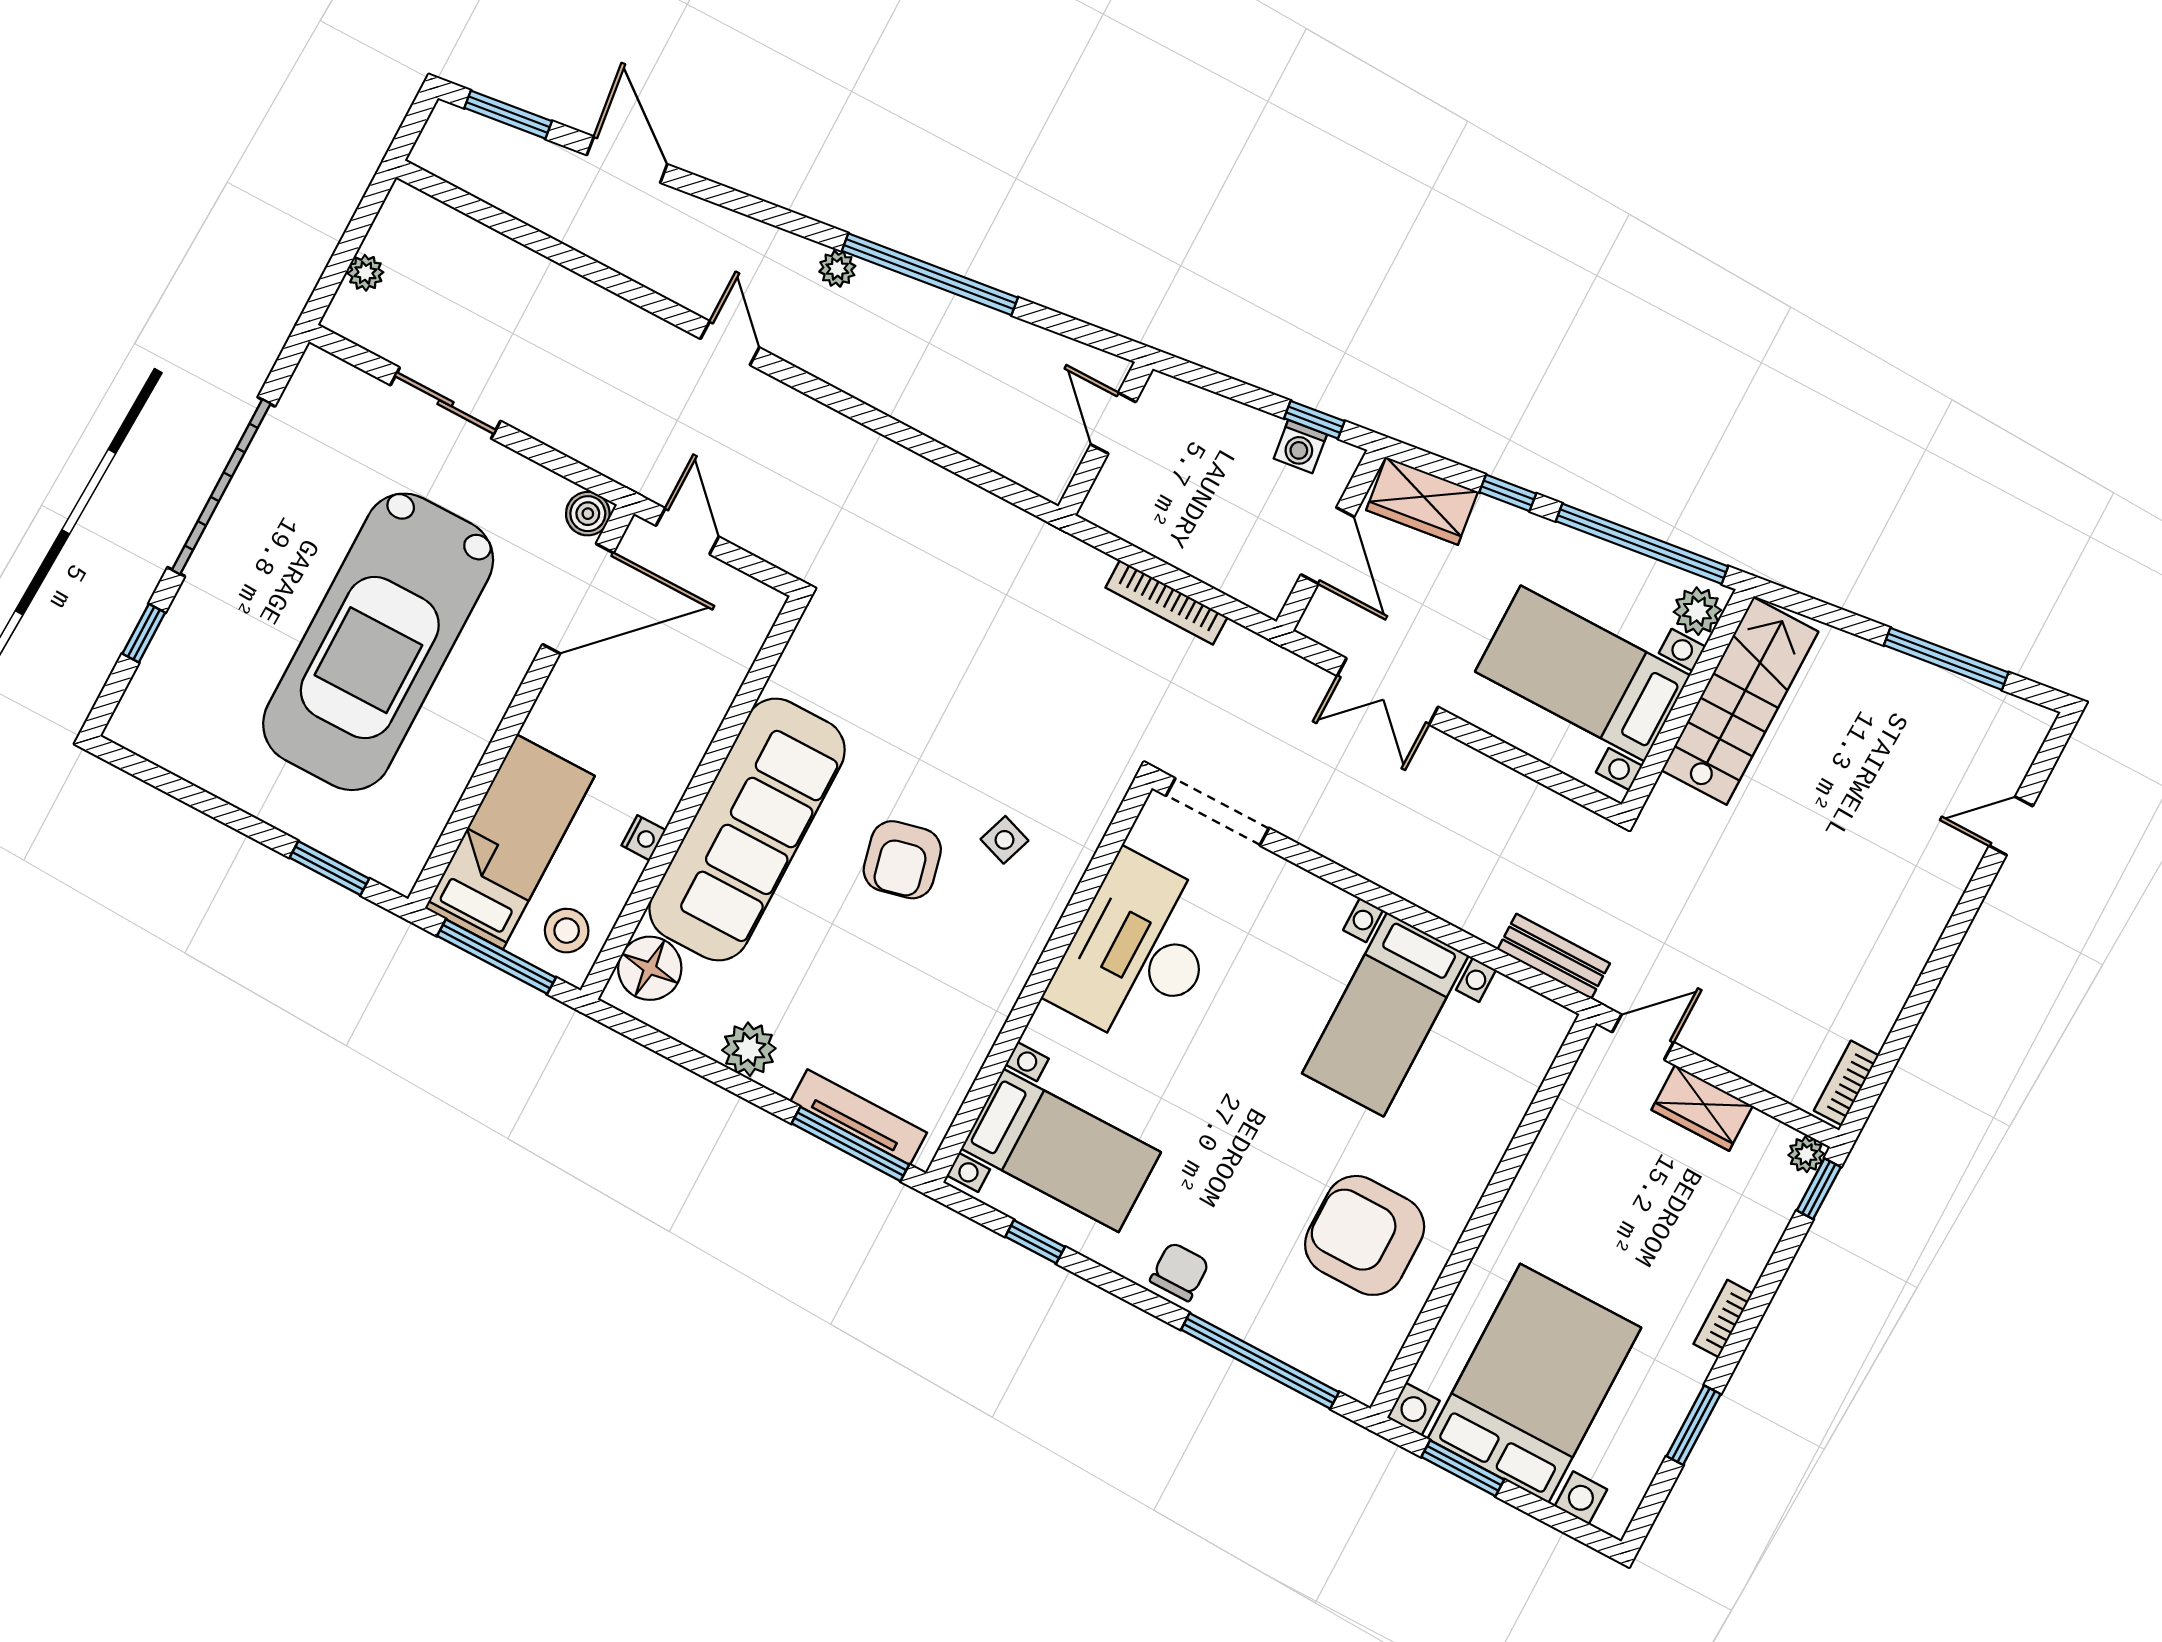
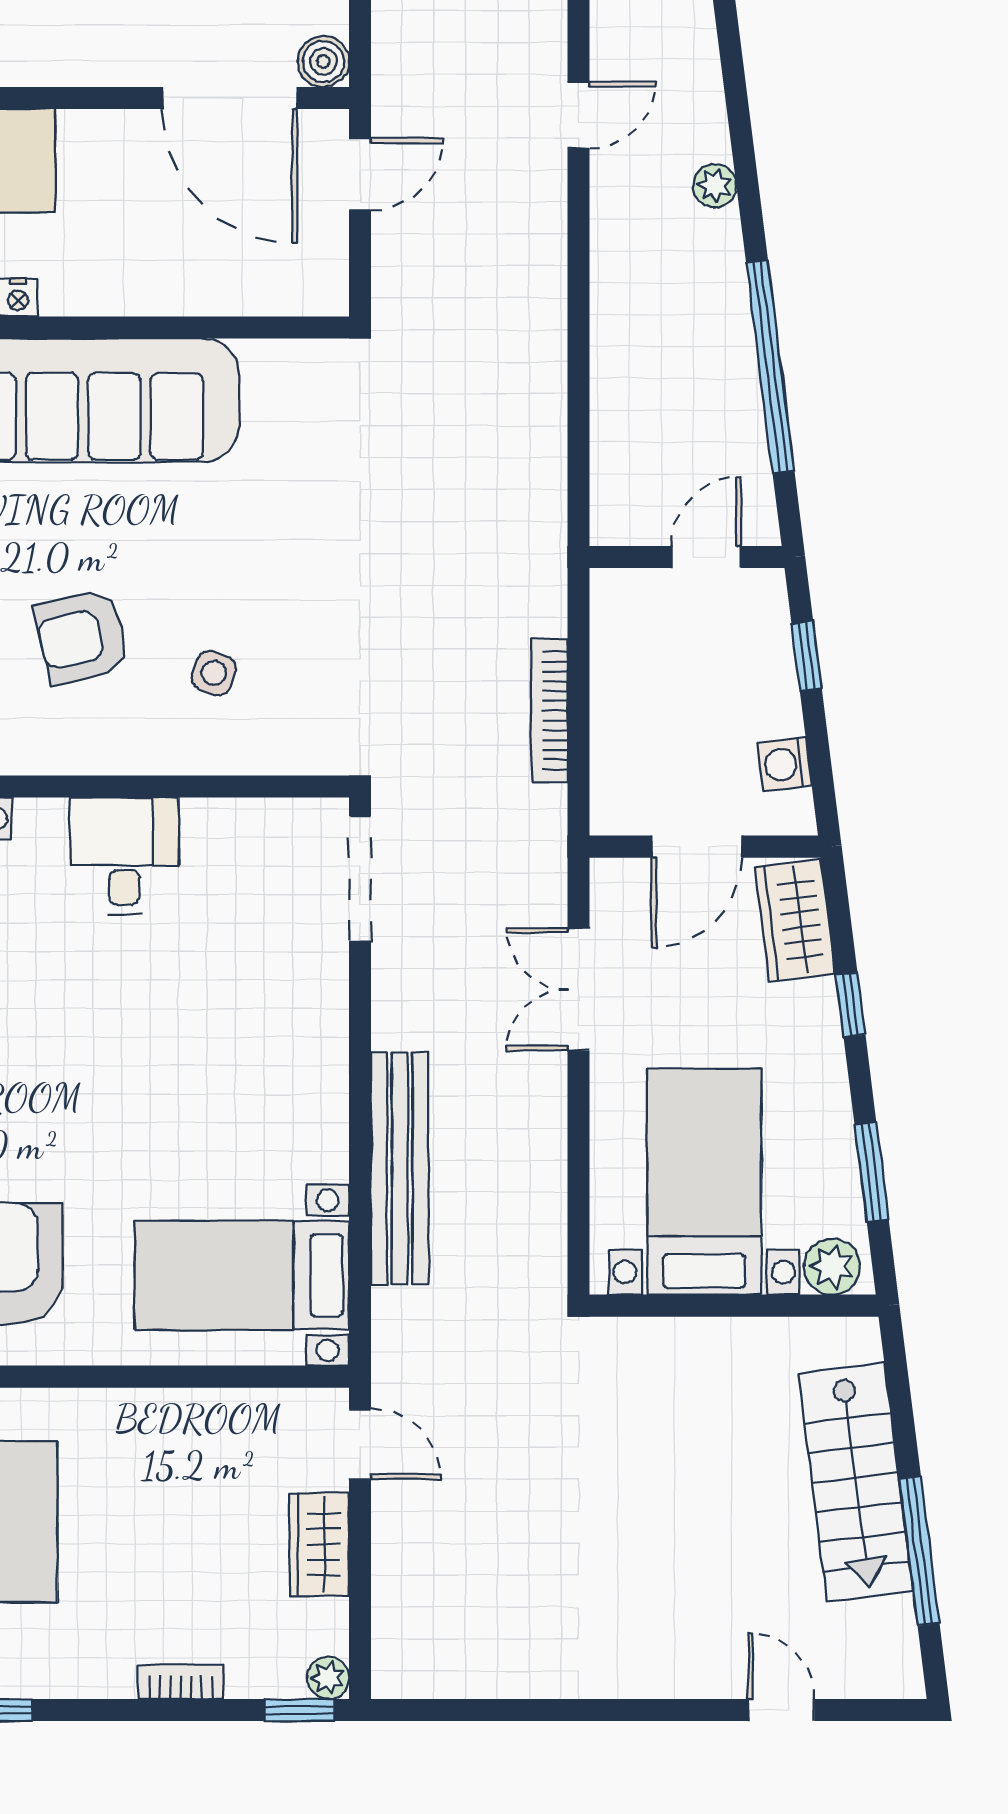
window: (930, 274) -> (770, 367), moved
window: (1314, 420) -> (807, 656), moved
window: (1642, 544) -> (872, 1172), width x0.47
stairs: (1740, 701) -> (856, 1482), moved, turned 83
armchair: (902, 860) -> (82, 637), moved
desk: (1139, 951) -> (124, 856), width x0.53, depth x0.77
bench: (1554, 956) -> (400, 1169), moved, width x1.86, depth x1.21
bed with nightstands: (1385, 1014) -> (242, 1275), moved
bookcase: (1846, 1083) -> (424, 1680), removed
bookcase: (1723, 1319) -> (181, 1682), moved

